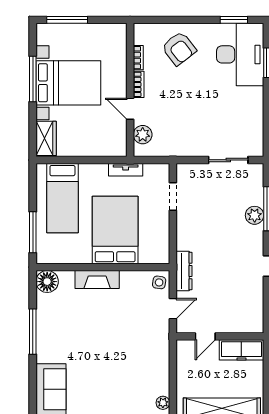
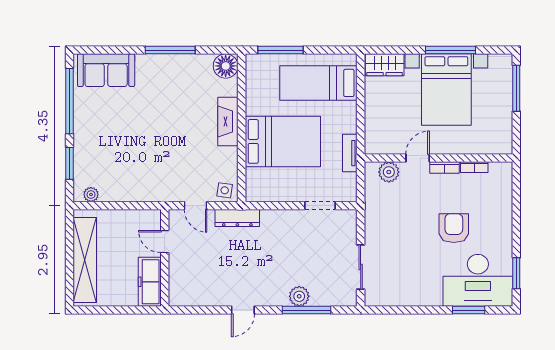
armchair: (179, 49) -> (454, 228), moved, turned 128

